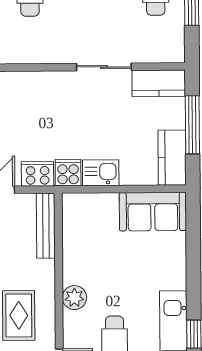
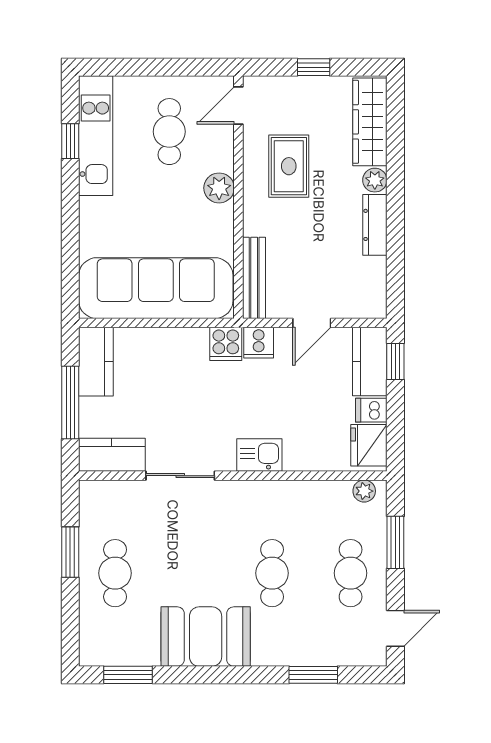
kitchen sink: (101, 173) -> (259, 455), moved, turned 180
cooker: (38, 174) -> (259, 343), width x0.73
sofa: (153, 212) -> (156, 288), width x1.85, depth x1.27

